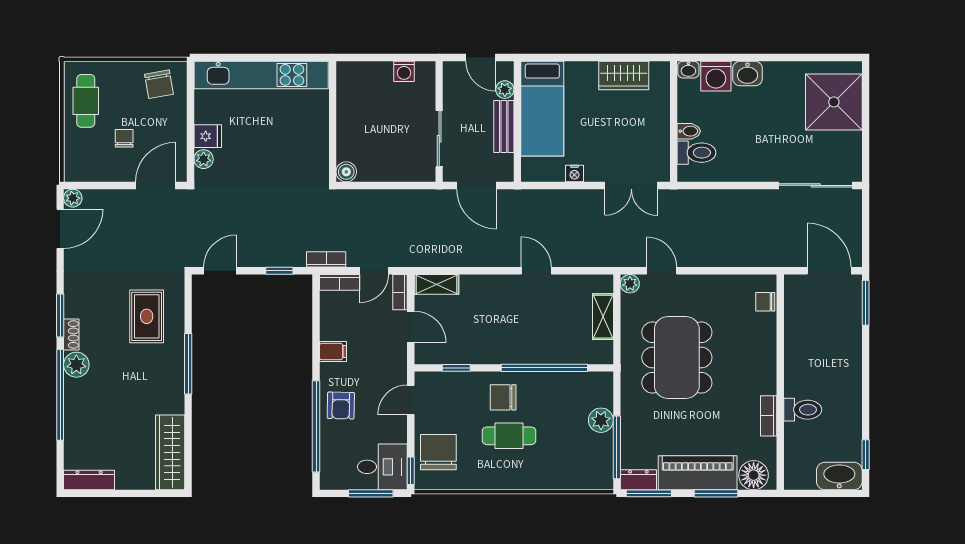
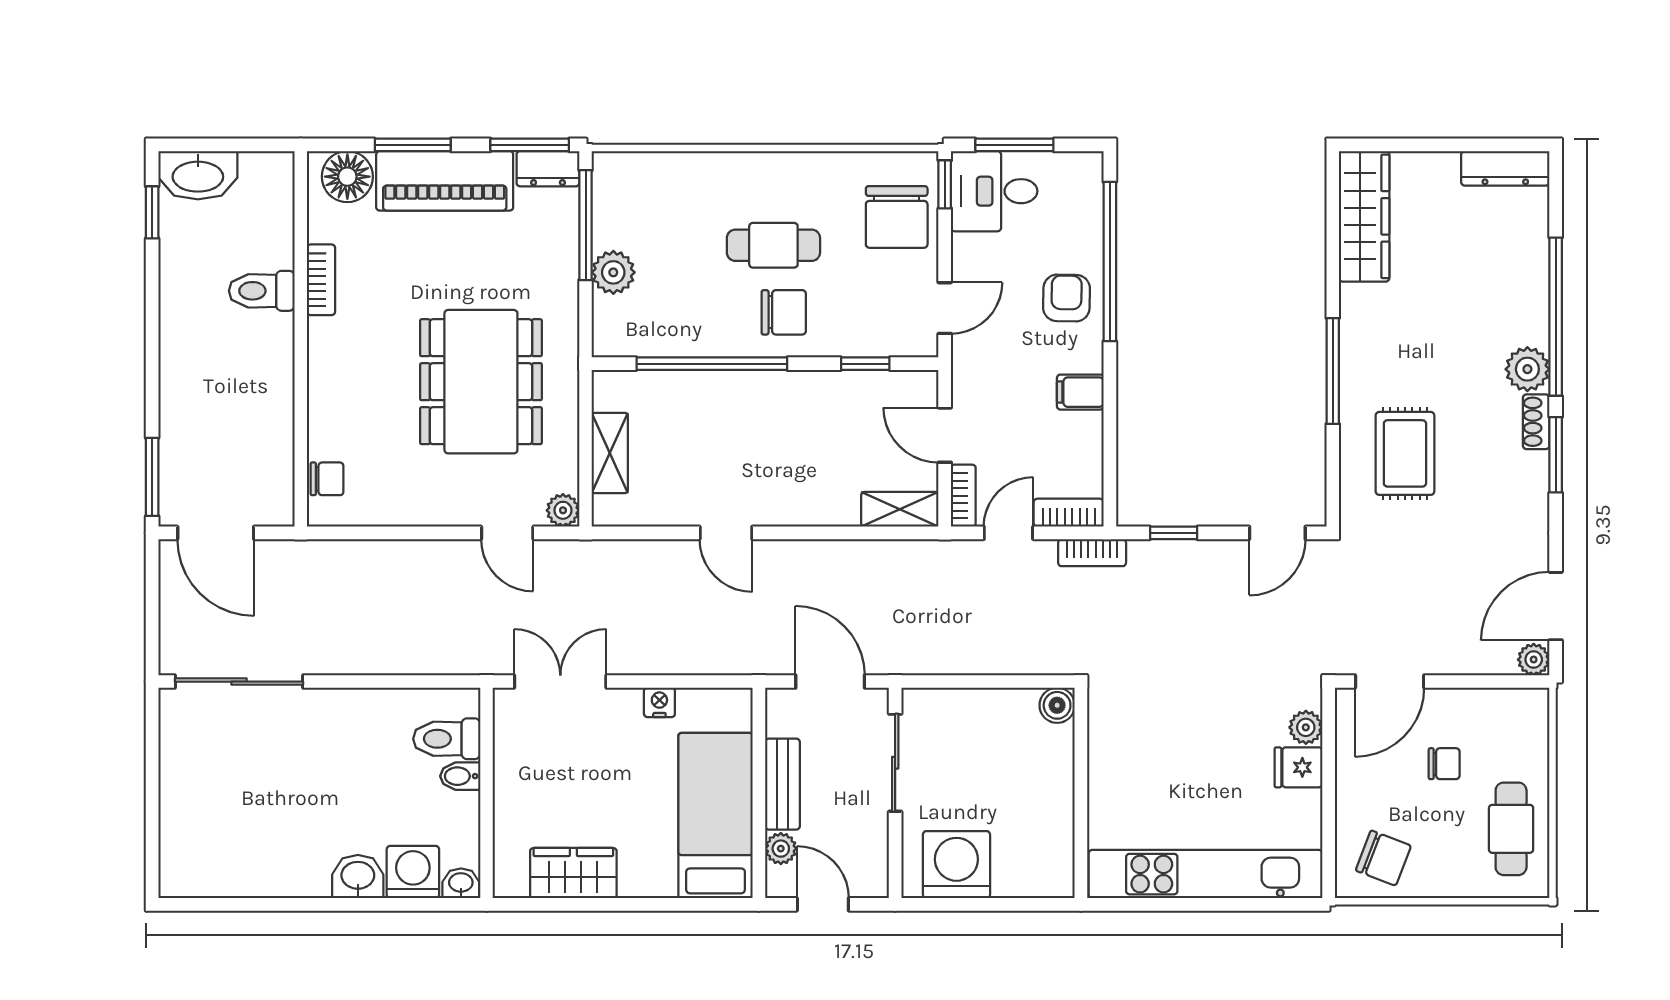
washing machine: (404, 71) -> (956, 865), width x1.89, depth x1.89
chair: (159, 84) -> (1383, 858), turned 121
shower: (834, 102) -> (207, 827), removed
chair: (124, 138) -> (1444, 764), turned -90

